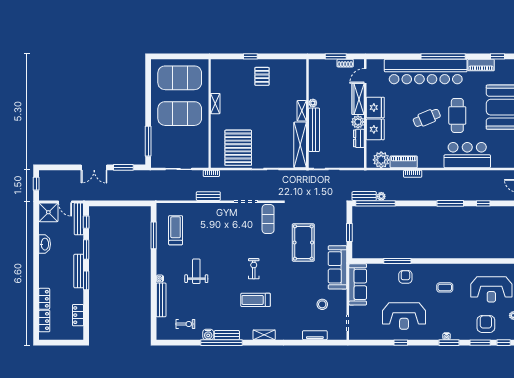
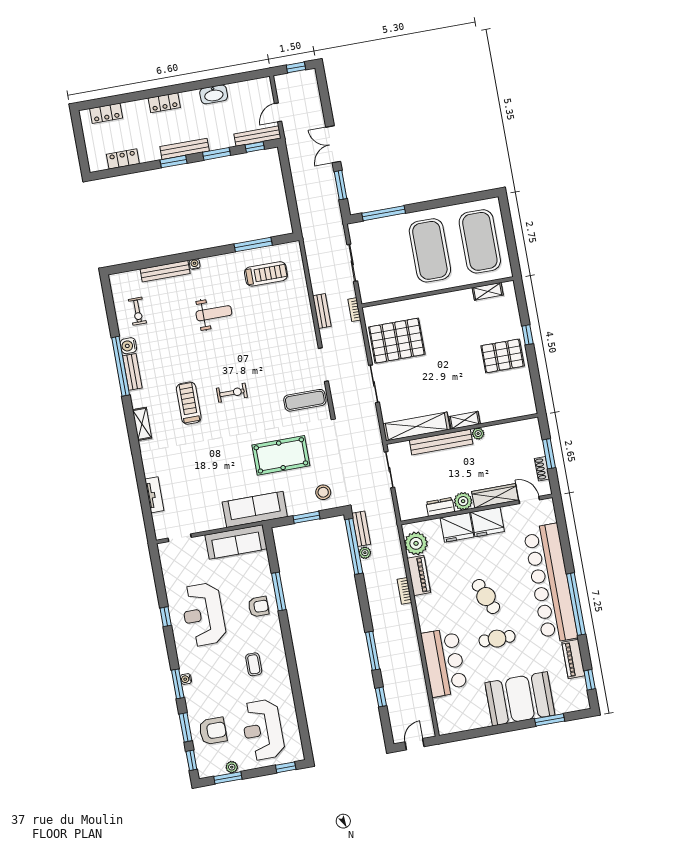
pallet: (262, 76) -> (503, 356), width x1.50, depth x1.42
shelving: (215, 104) -> (488, 291), moved
cafe table: (457, 115) -> (497, 639), width x0.73, depth x0.74
shower: (48, 212) -> (259, 92), removed
locker: (44, 299) -> (164, 103), moved
stool: (322, 304) -> (323, 492), moved

